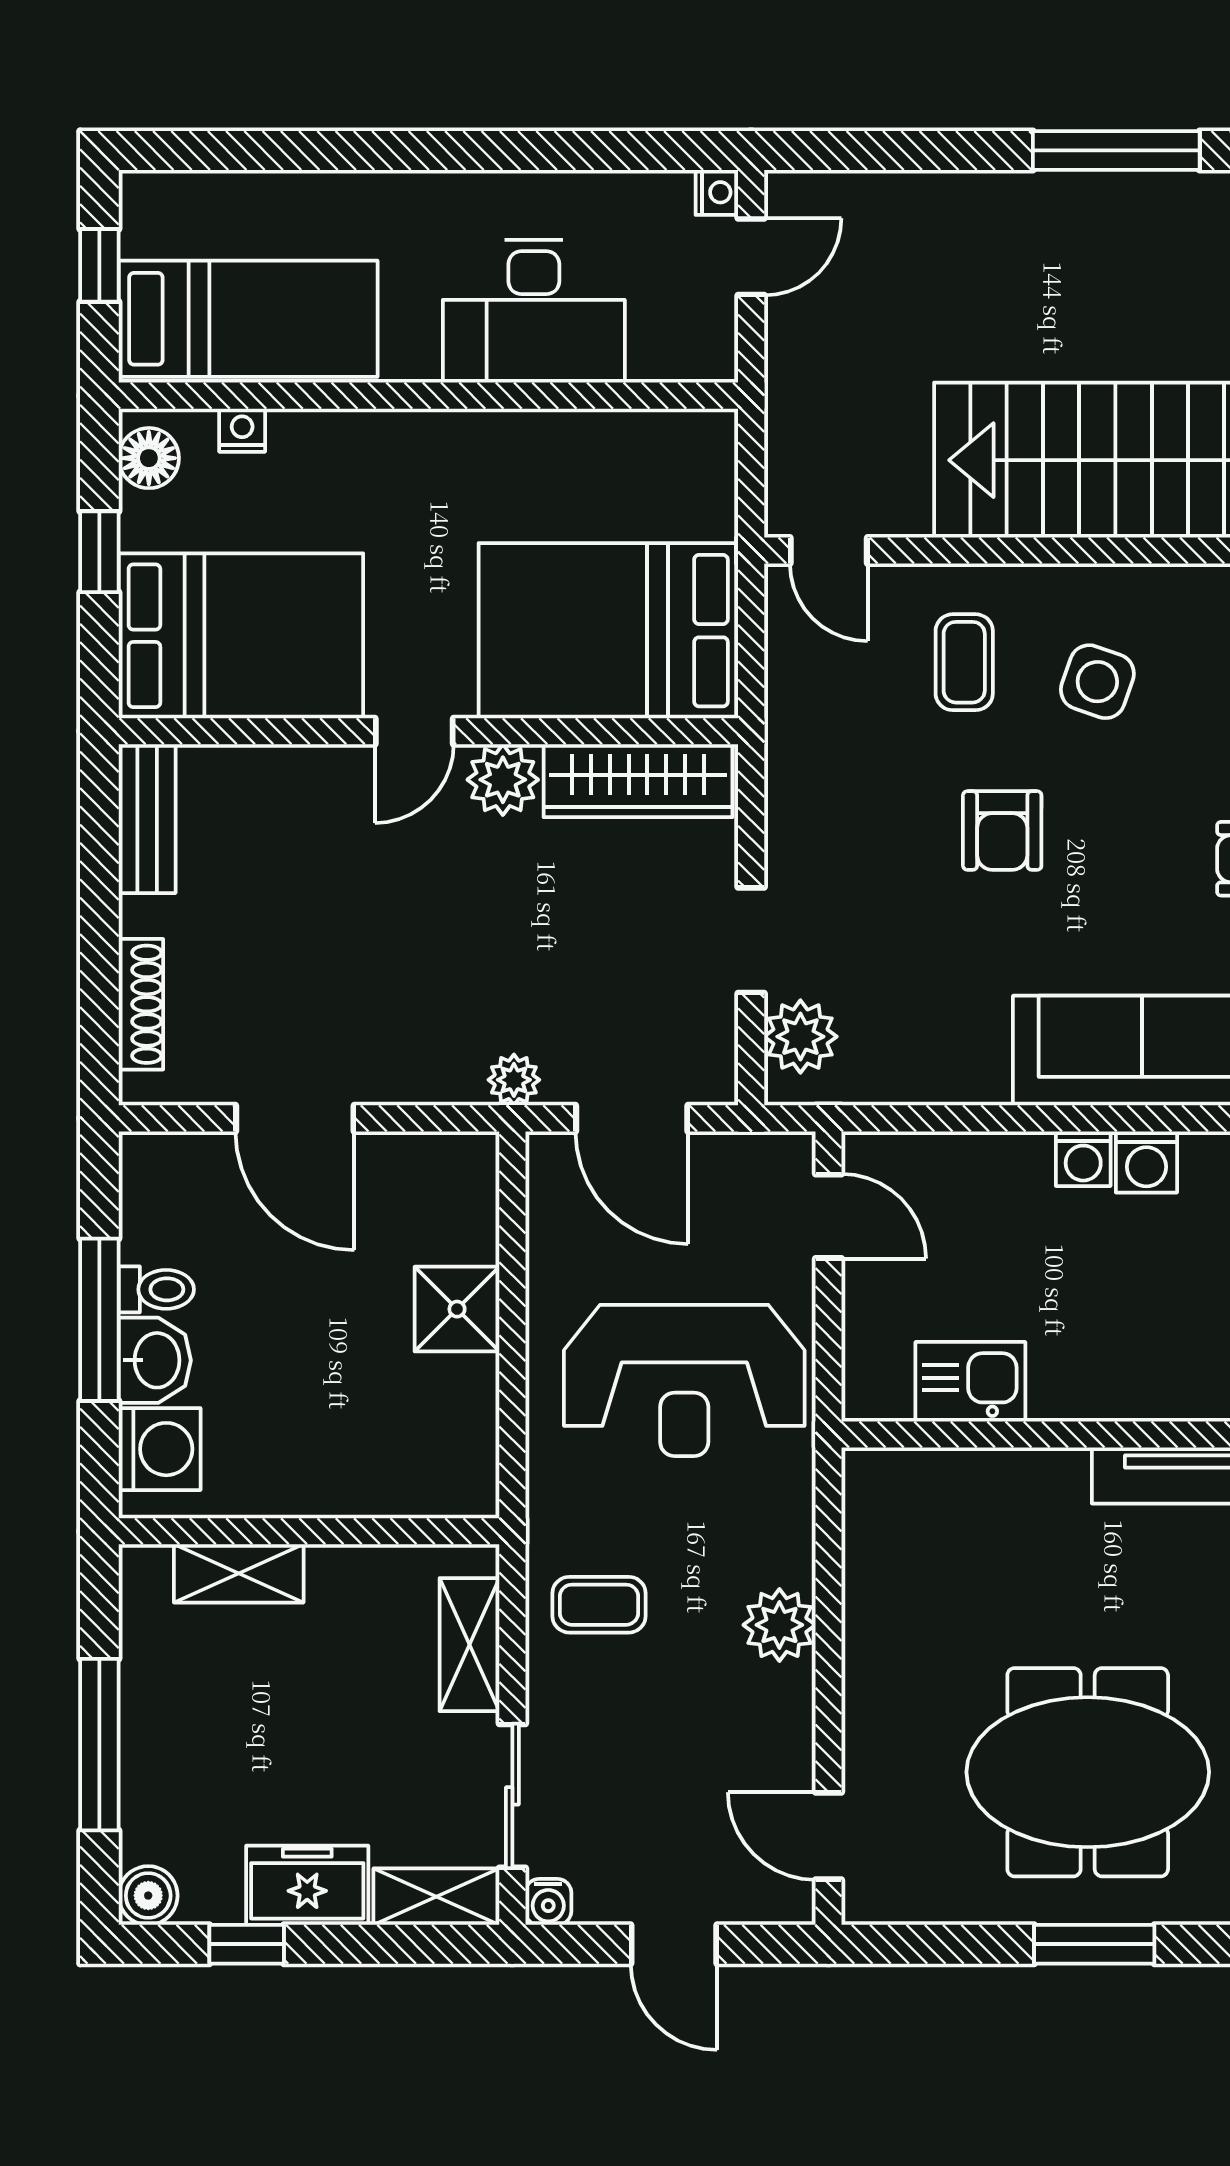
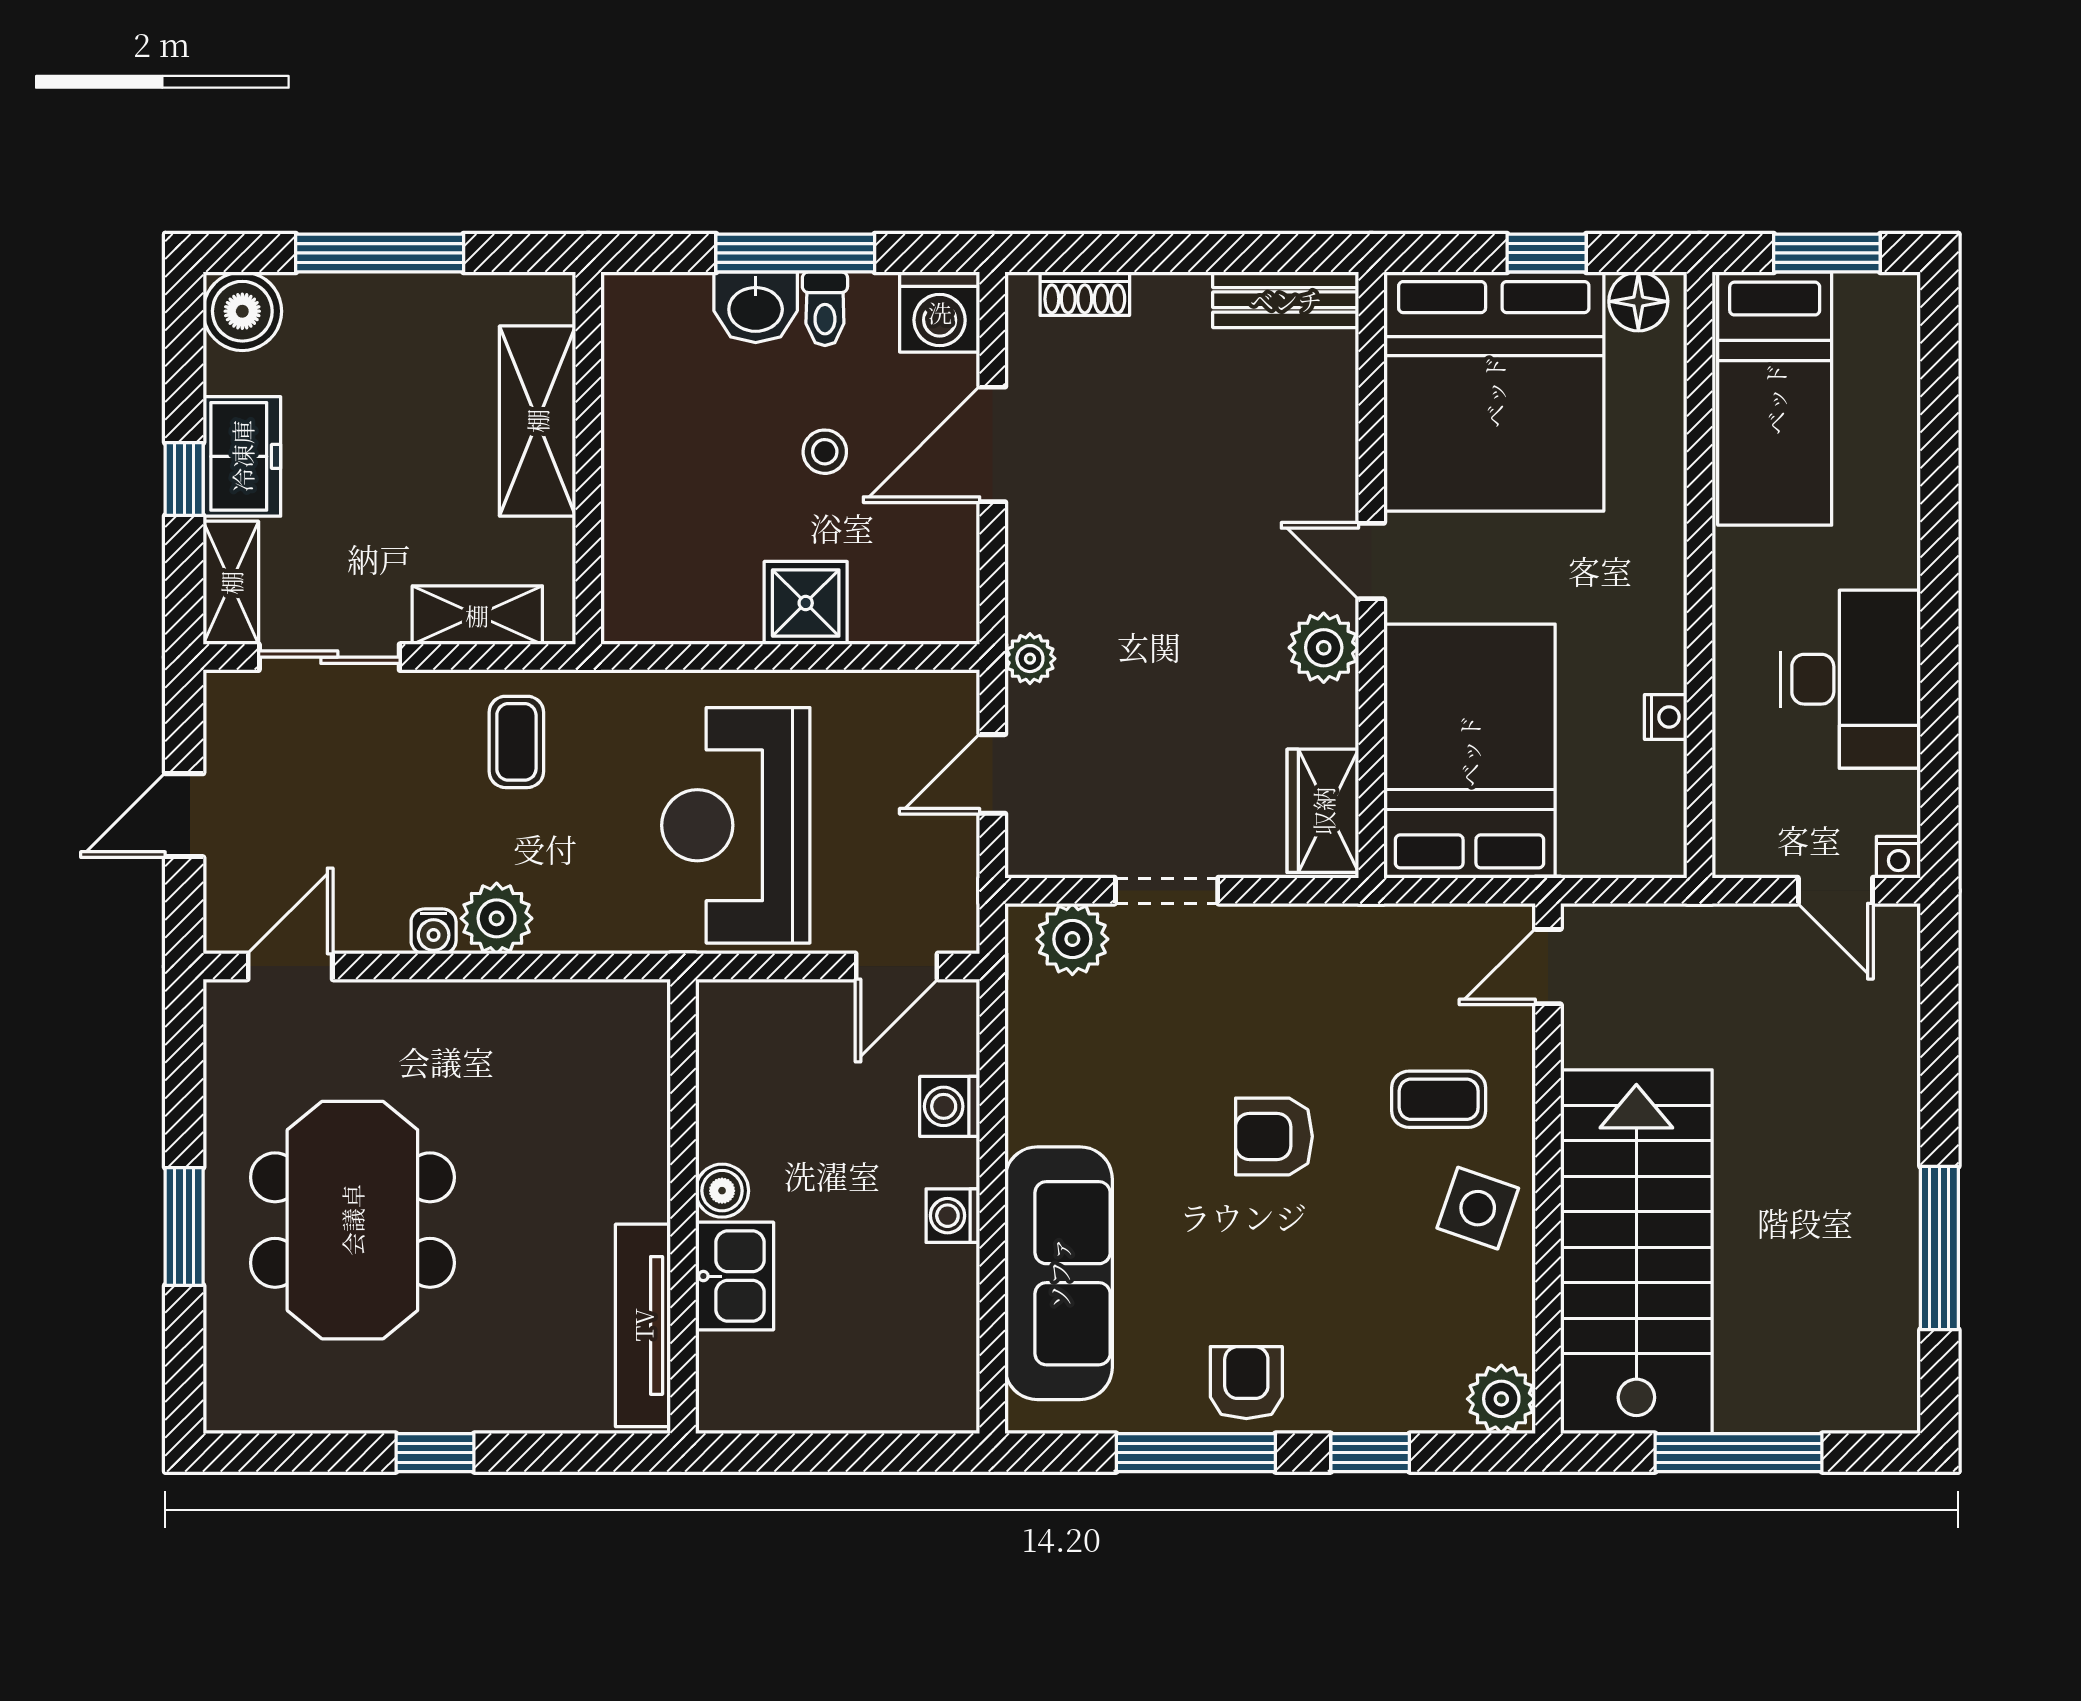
window: (99, 265) -> (1827, 253), width x1.50
desk: (534, 311) -> (1851, 679), moved, turned 180
nightstand: (242, 430) -> (1666, 717), moved
bed: (241, 636) -> (1494, 392), width x1.36
side table: (1097, 682) -> (1478, 1208), moved
wardrobe: (638, 781) -> (1323, 811), width x0.67
shoe rack: (141, 1004) -> (1085, 294), width x0.70
door: (632, 1118) -> (992, 774), width x0.73
washing machine: (1146, 1162) -> (950, 1106), moved
stool: (302, 1290) -> (825, 452), added
kitchen sink: (970, 1382) -> (735, 1276), moved
boiler: (1058, 1395) -> (722, 1191), added
washing machine: (160, 1449) -> (940, 312), moved
shelving: (239, 1573) -> (537, 421), width x1.50, depth x1.33
boiler: (148, 1896) -> (242, 311), width x1.36, depth x1.36
water cooler: (548, 1902) -> (434, 931), moved, turned -90
window: (247, 1944) -> (184, 479), moved

